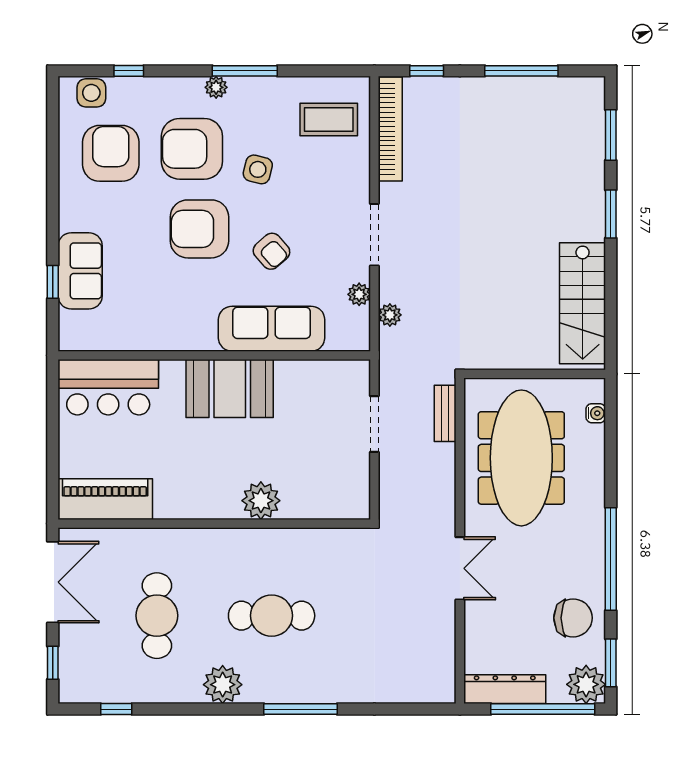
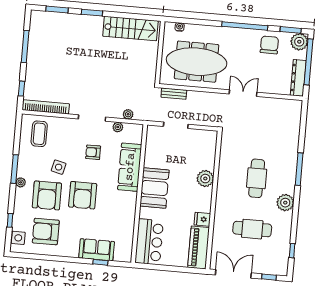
armchair: (271, 251) -> (93, 152), moved, turned -139
fridge: (169, 502) -> (202, 219), added

